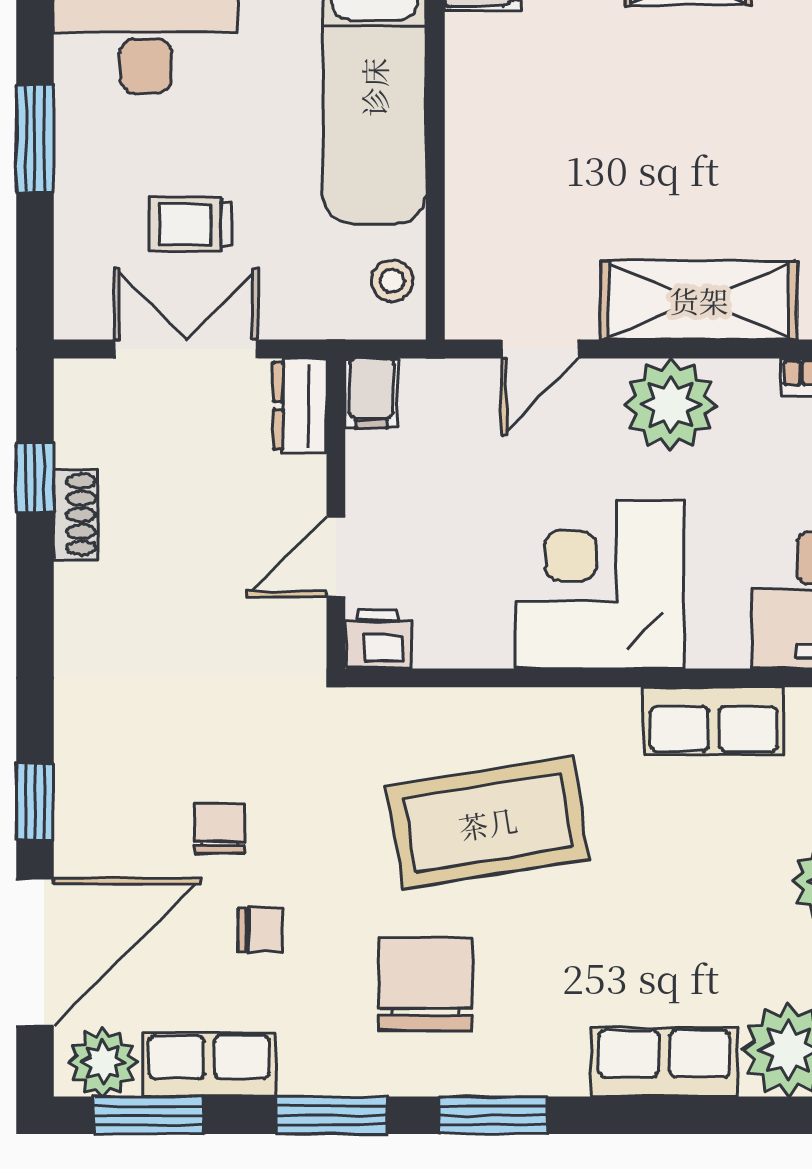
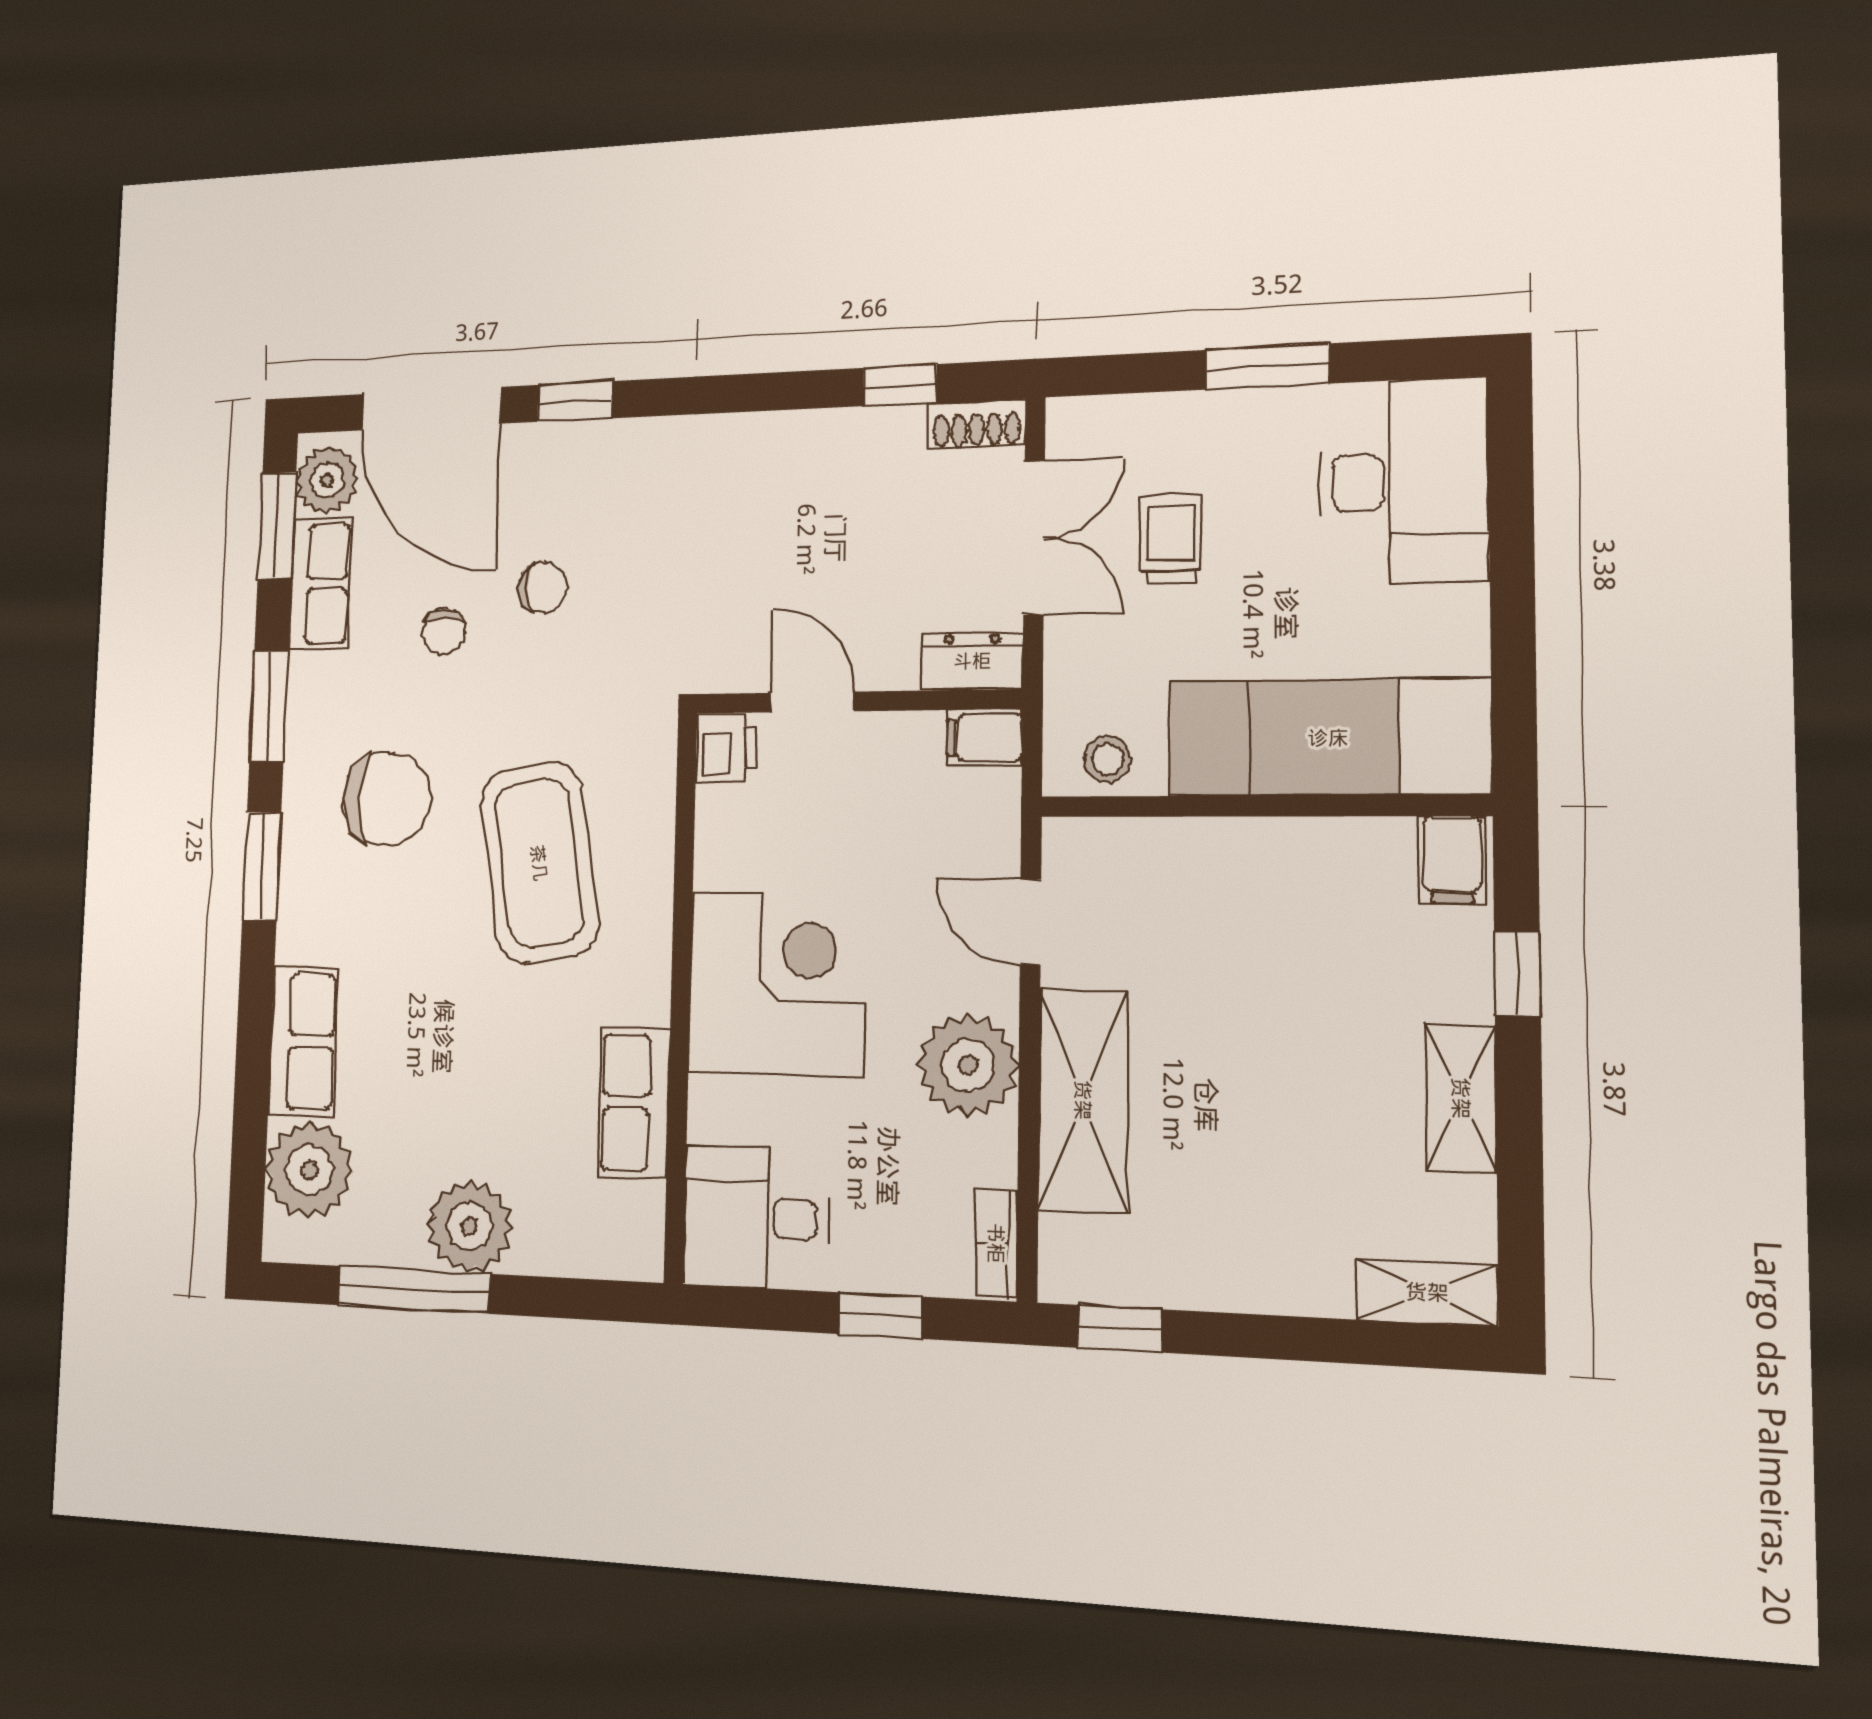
shoe rack: (76, 515) -> (977, 424), moved

